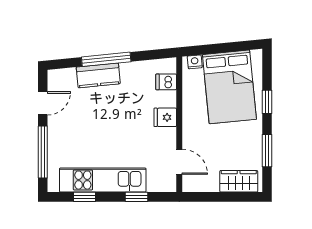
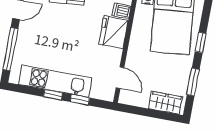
fridge: (165, 117) -> (114, 32), width x1.88, depth x1.34
window: (84, 197) -> (53, 95), moved

